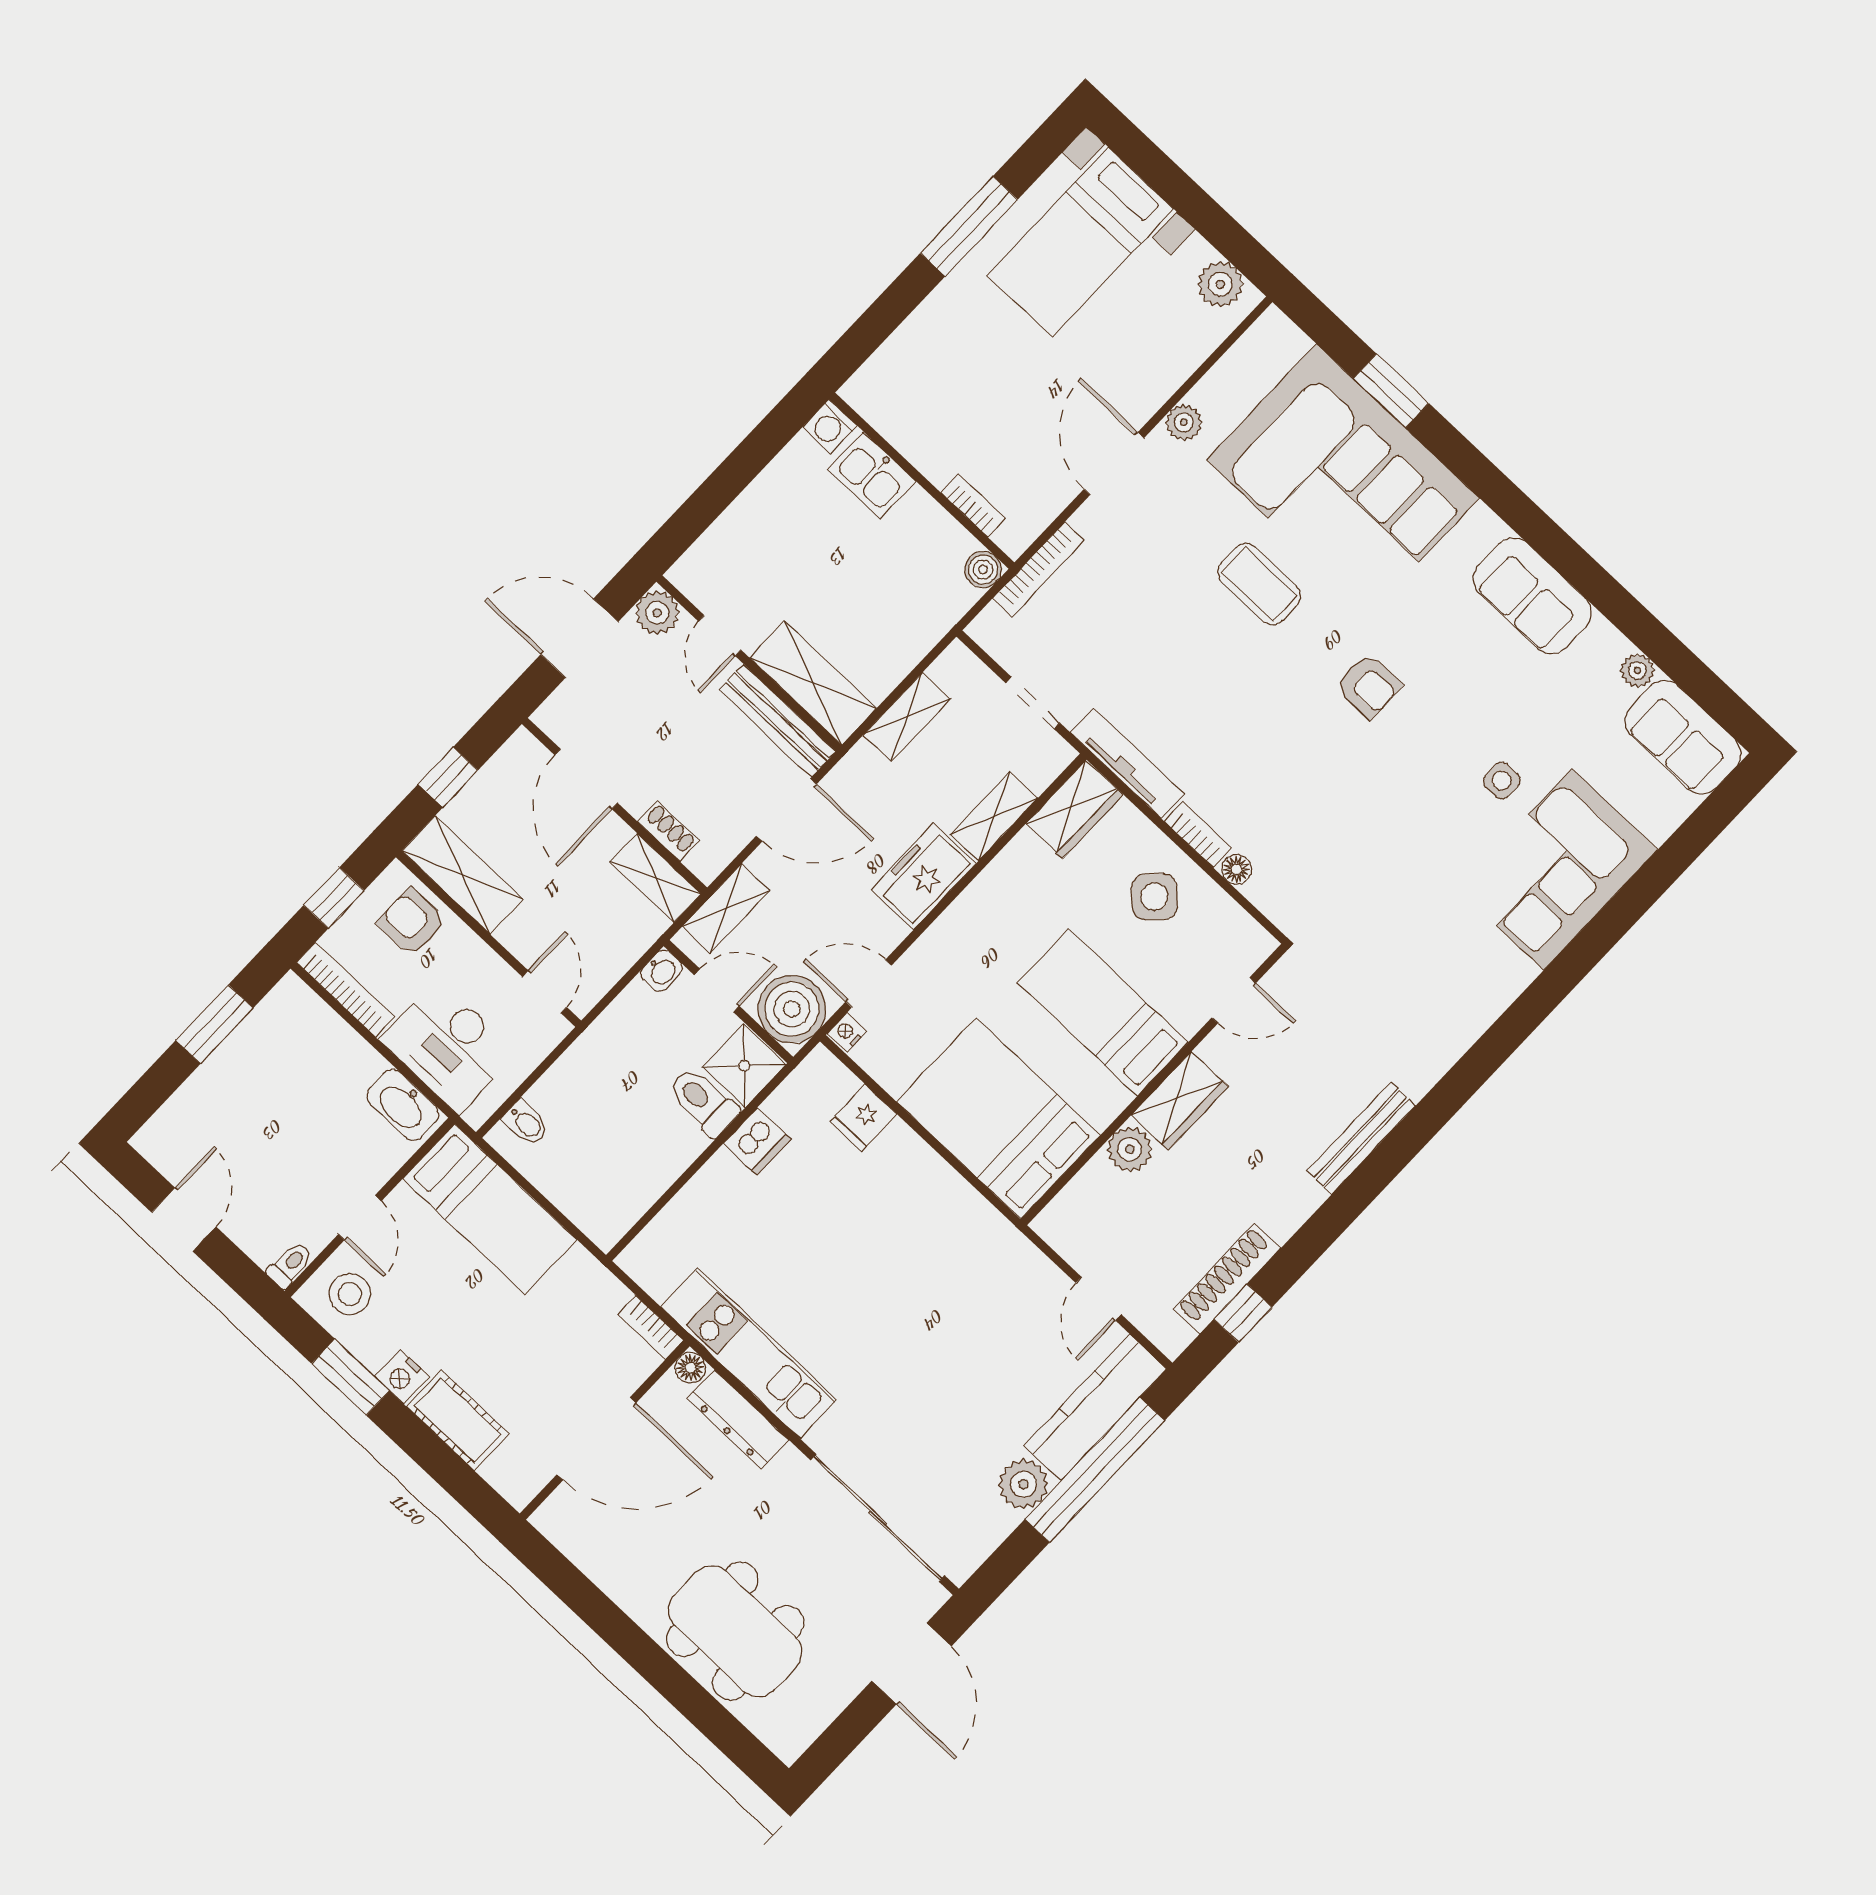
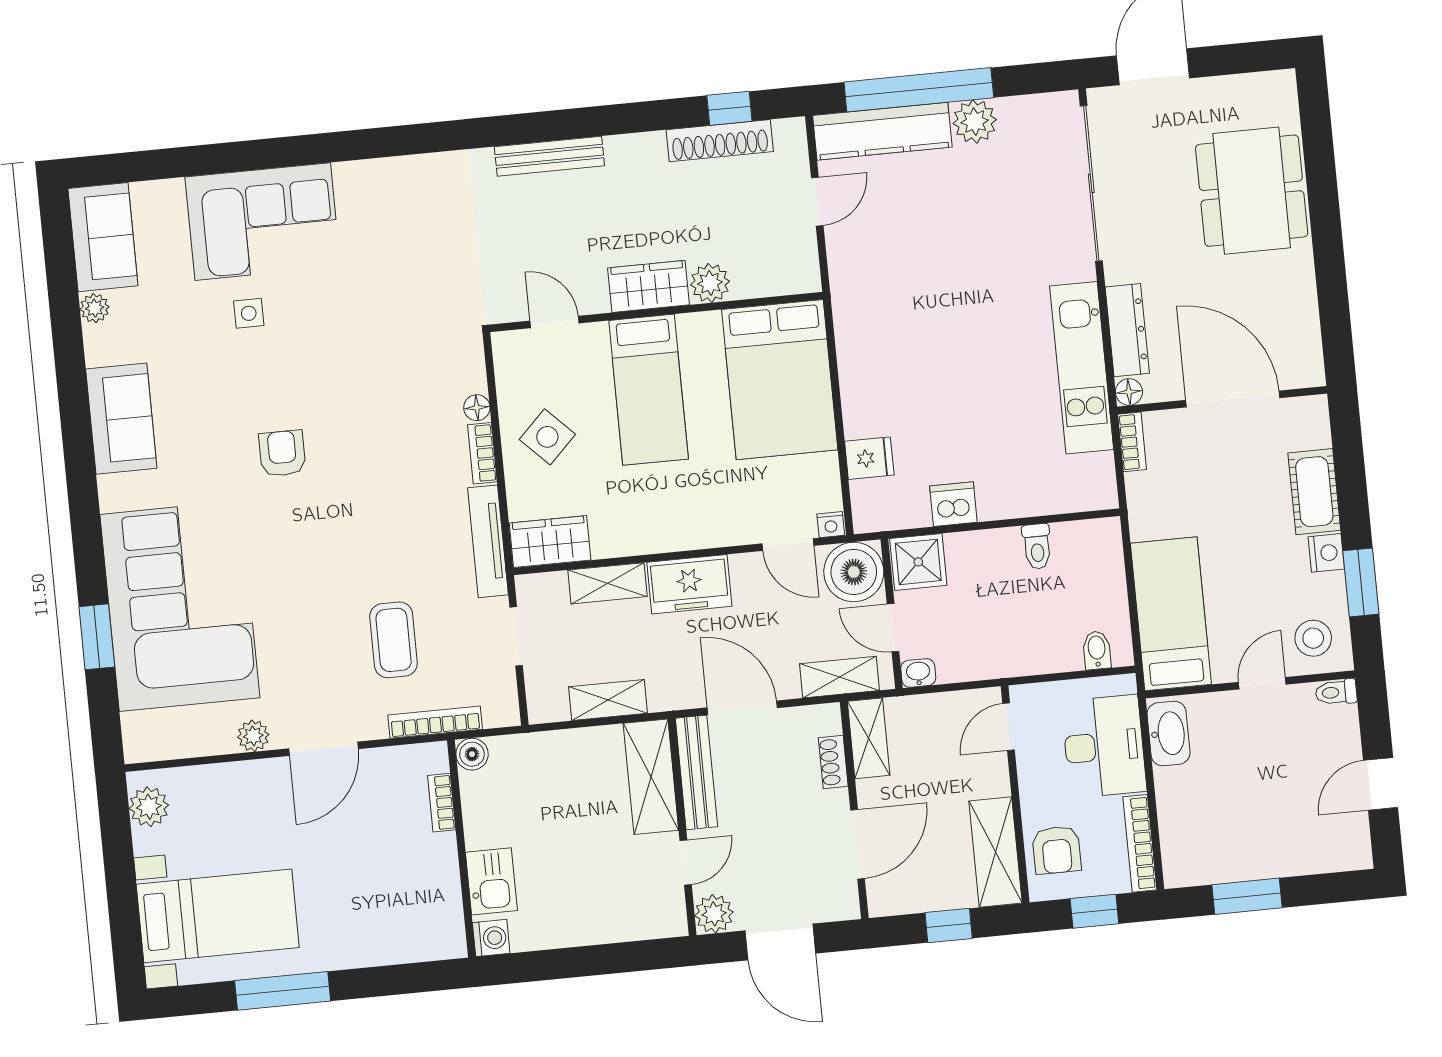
coffee table: (1259, 584) -> (394, 640), moved
toilet: (703, 1101) -> (1037, 546), moved, width x0.73, depth x0.72

